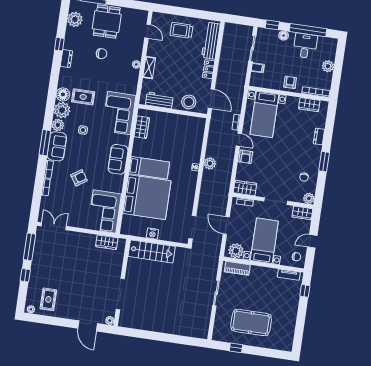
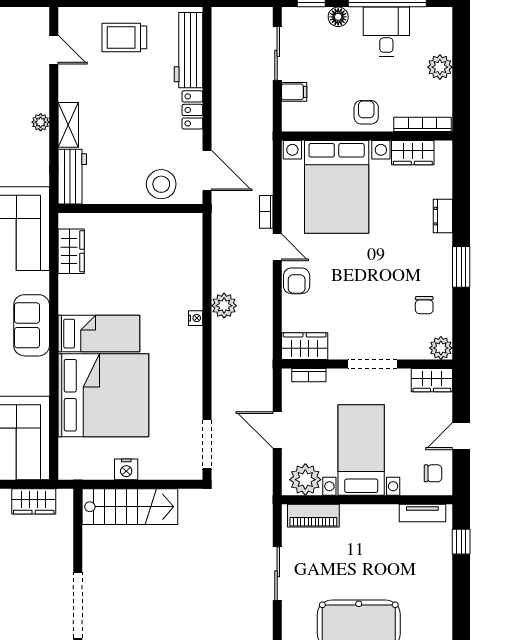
workbench: (159, 100) -> (72, 177), moved, turned 90
bed with nightstands: (264, 114) -> (337, 187), width x1.36

